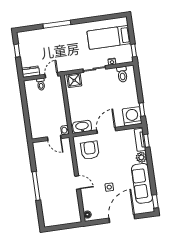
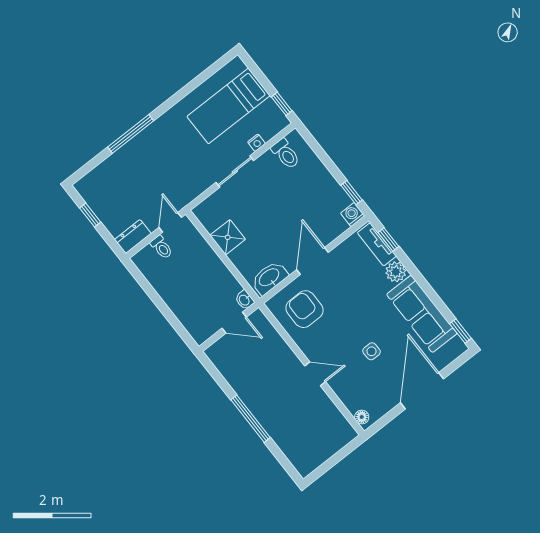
shower: (74, 80) -> (228, 237), moved
washing machine: (132, 116) -> (353, 215), width x0.53, depth x0.53

